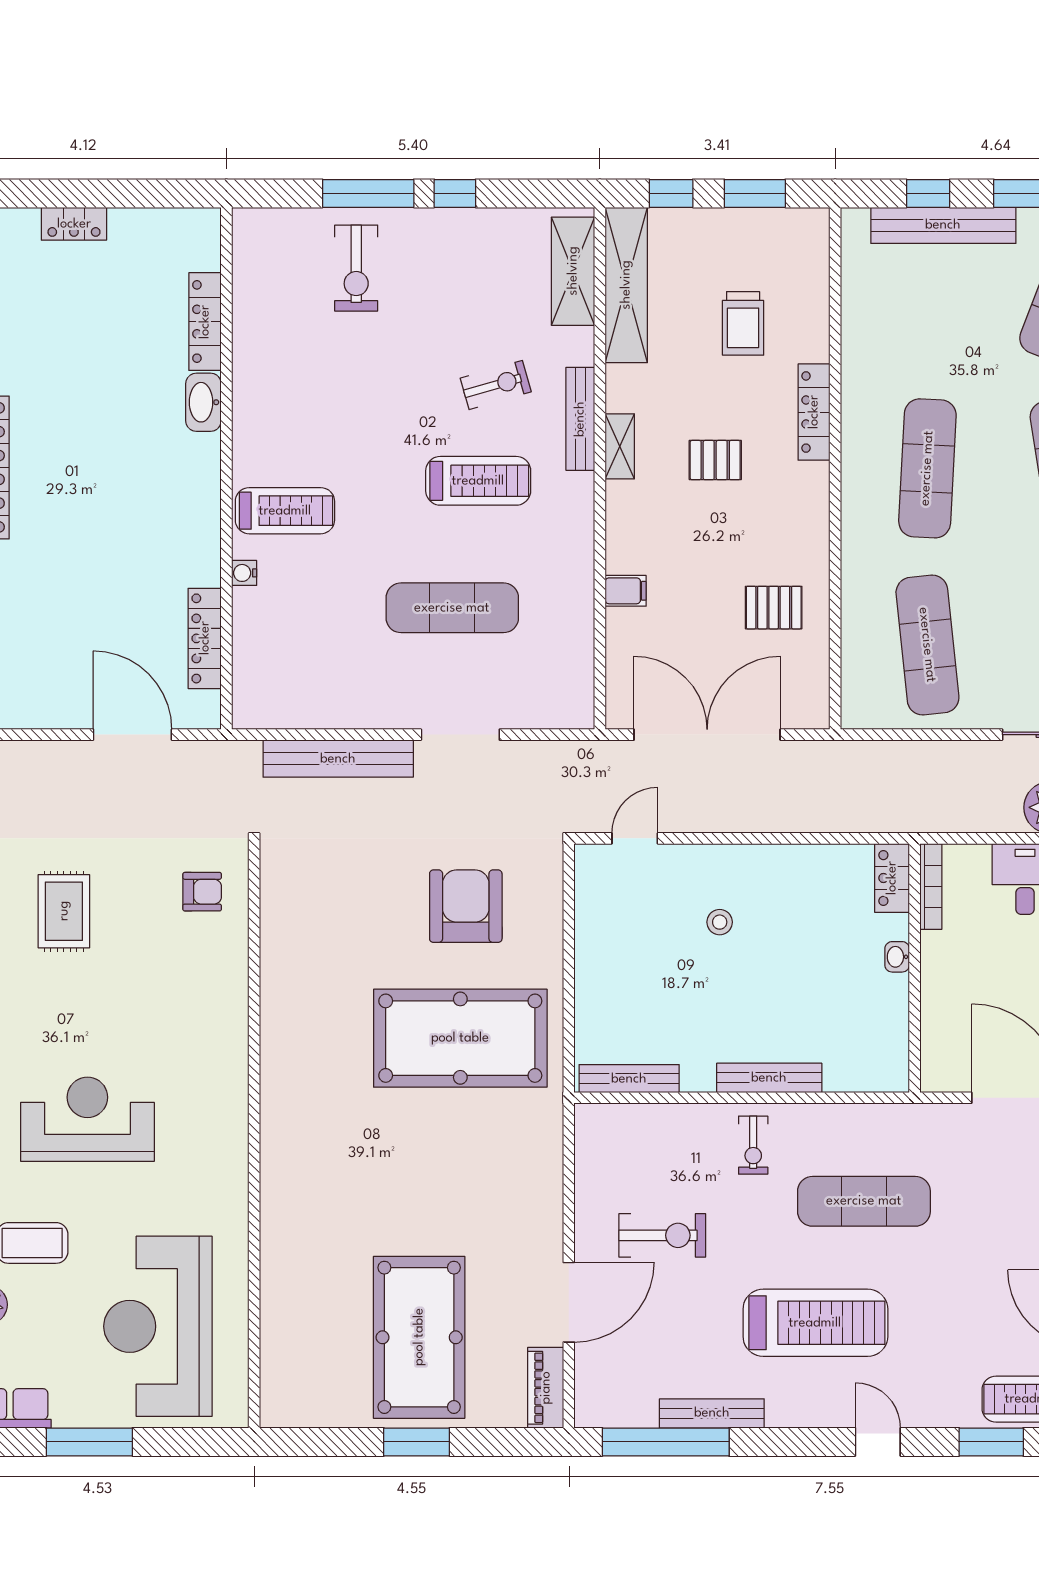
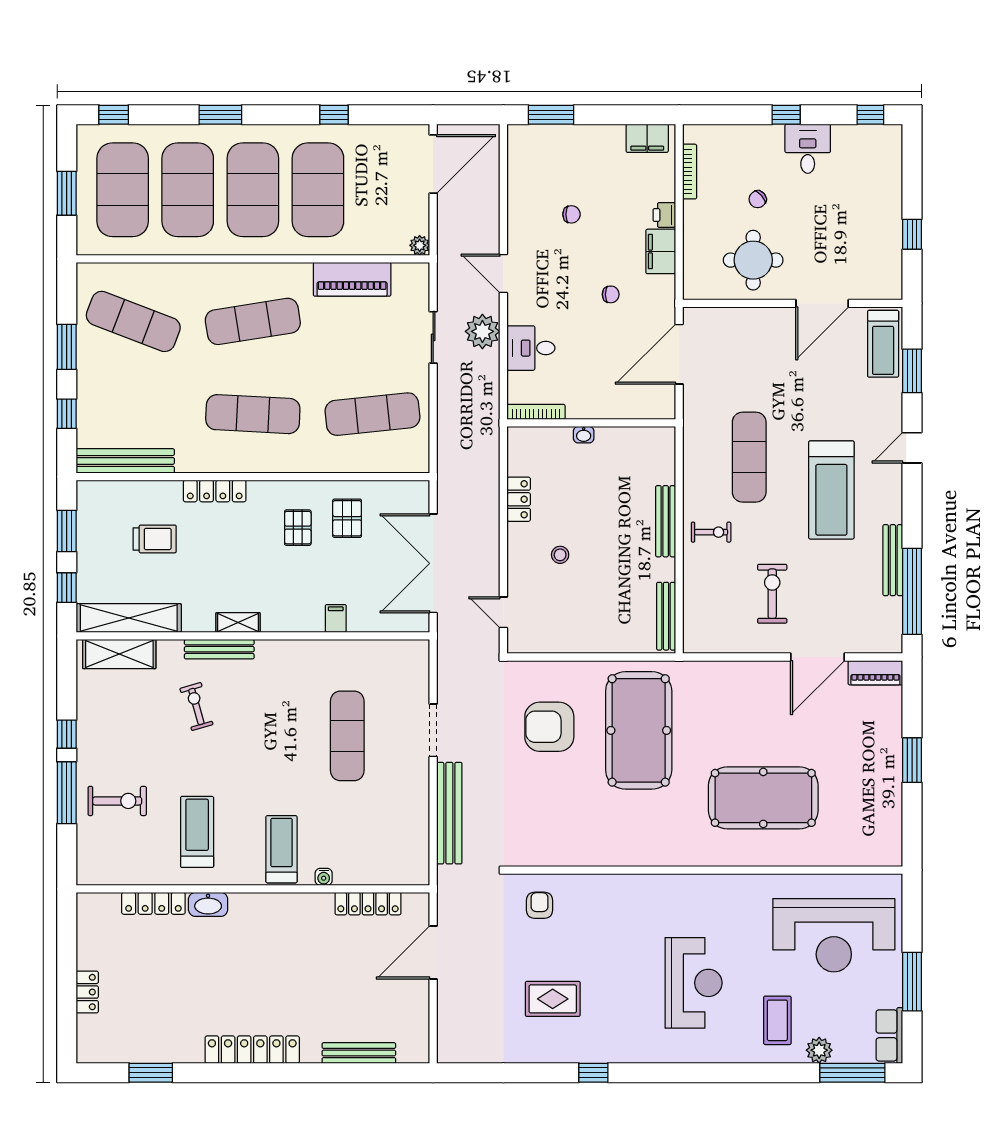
bench: (943, 225) -> (125, 461), moved, turned 90
pallet: (715, 460) -> (298, 528), moved
treadmill: (478, 481) -> (197, 832), moved
locker: (892, 878) -> (519, 499), moved, turned -90
reception desk: (87, 1119) -> (694, 983), turned 180
door: (569, 1302) -> (818, 657), swing flipped
treadmill: (815, 1323) -> (831, 490), turned 180
pool table: (419, 1337) -> (763, 798), moved

